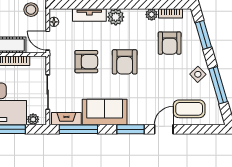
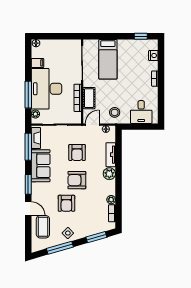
armchair: (170, 43) -> (66, 203), moved, turned -90

